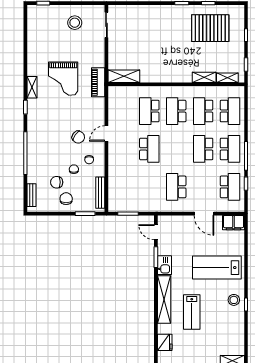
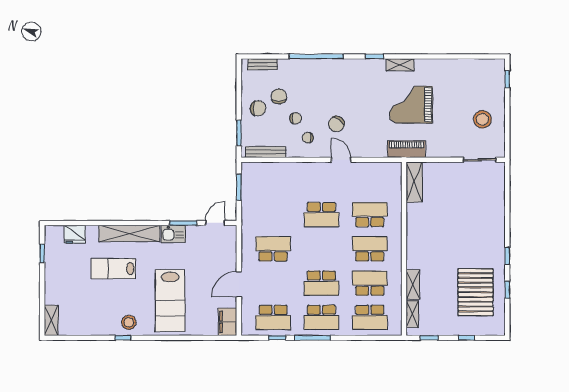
school desk: (203, 149) -> (321, 283), turned 180
lab bench: (217, 268) -> (170, 301), turned 180

